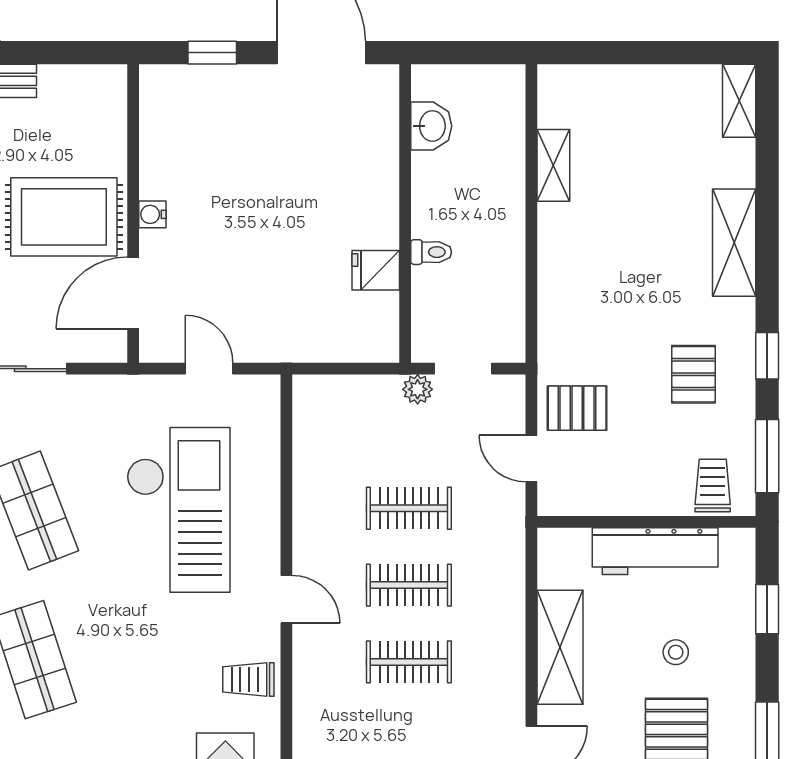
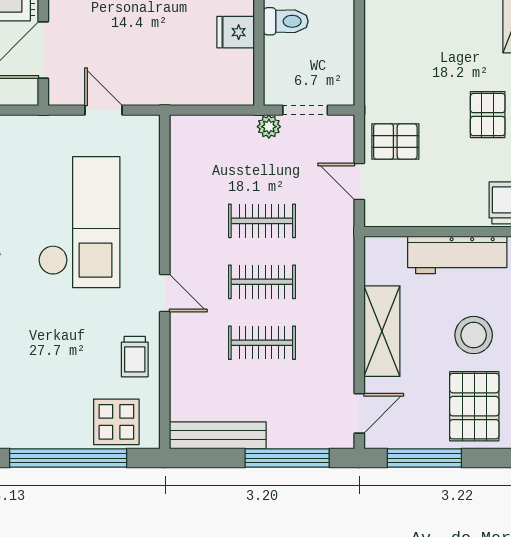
toilet: (431, 252) -> (286, 21), width x1.37, depth x1.39
stool: (676, 652) -> (474, 335), width x1.89, depth x1.89
trolley: (248, 679) -> (135, 357), turned -90

